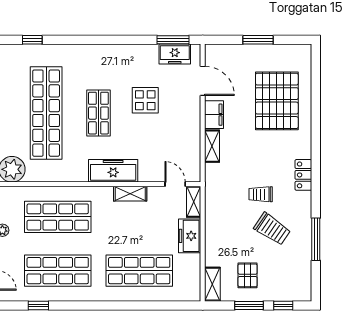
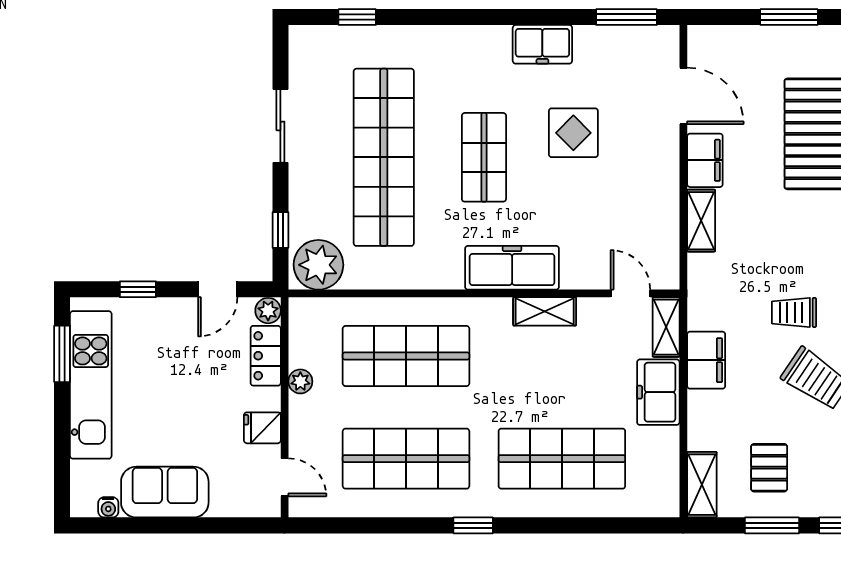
freezer: (175, 54) -> (542, 44), moved
filing cabinet: (215, 219) -> (706, 360), added
window: (38, 306) -> (473, 525), moved

